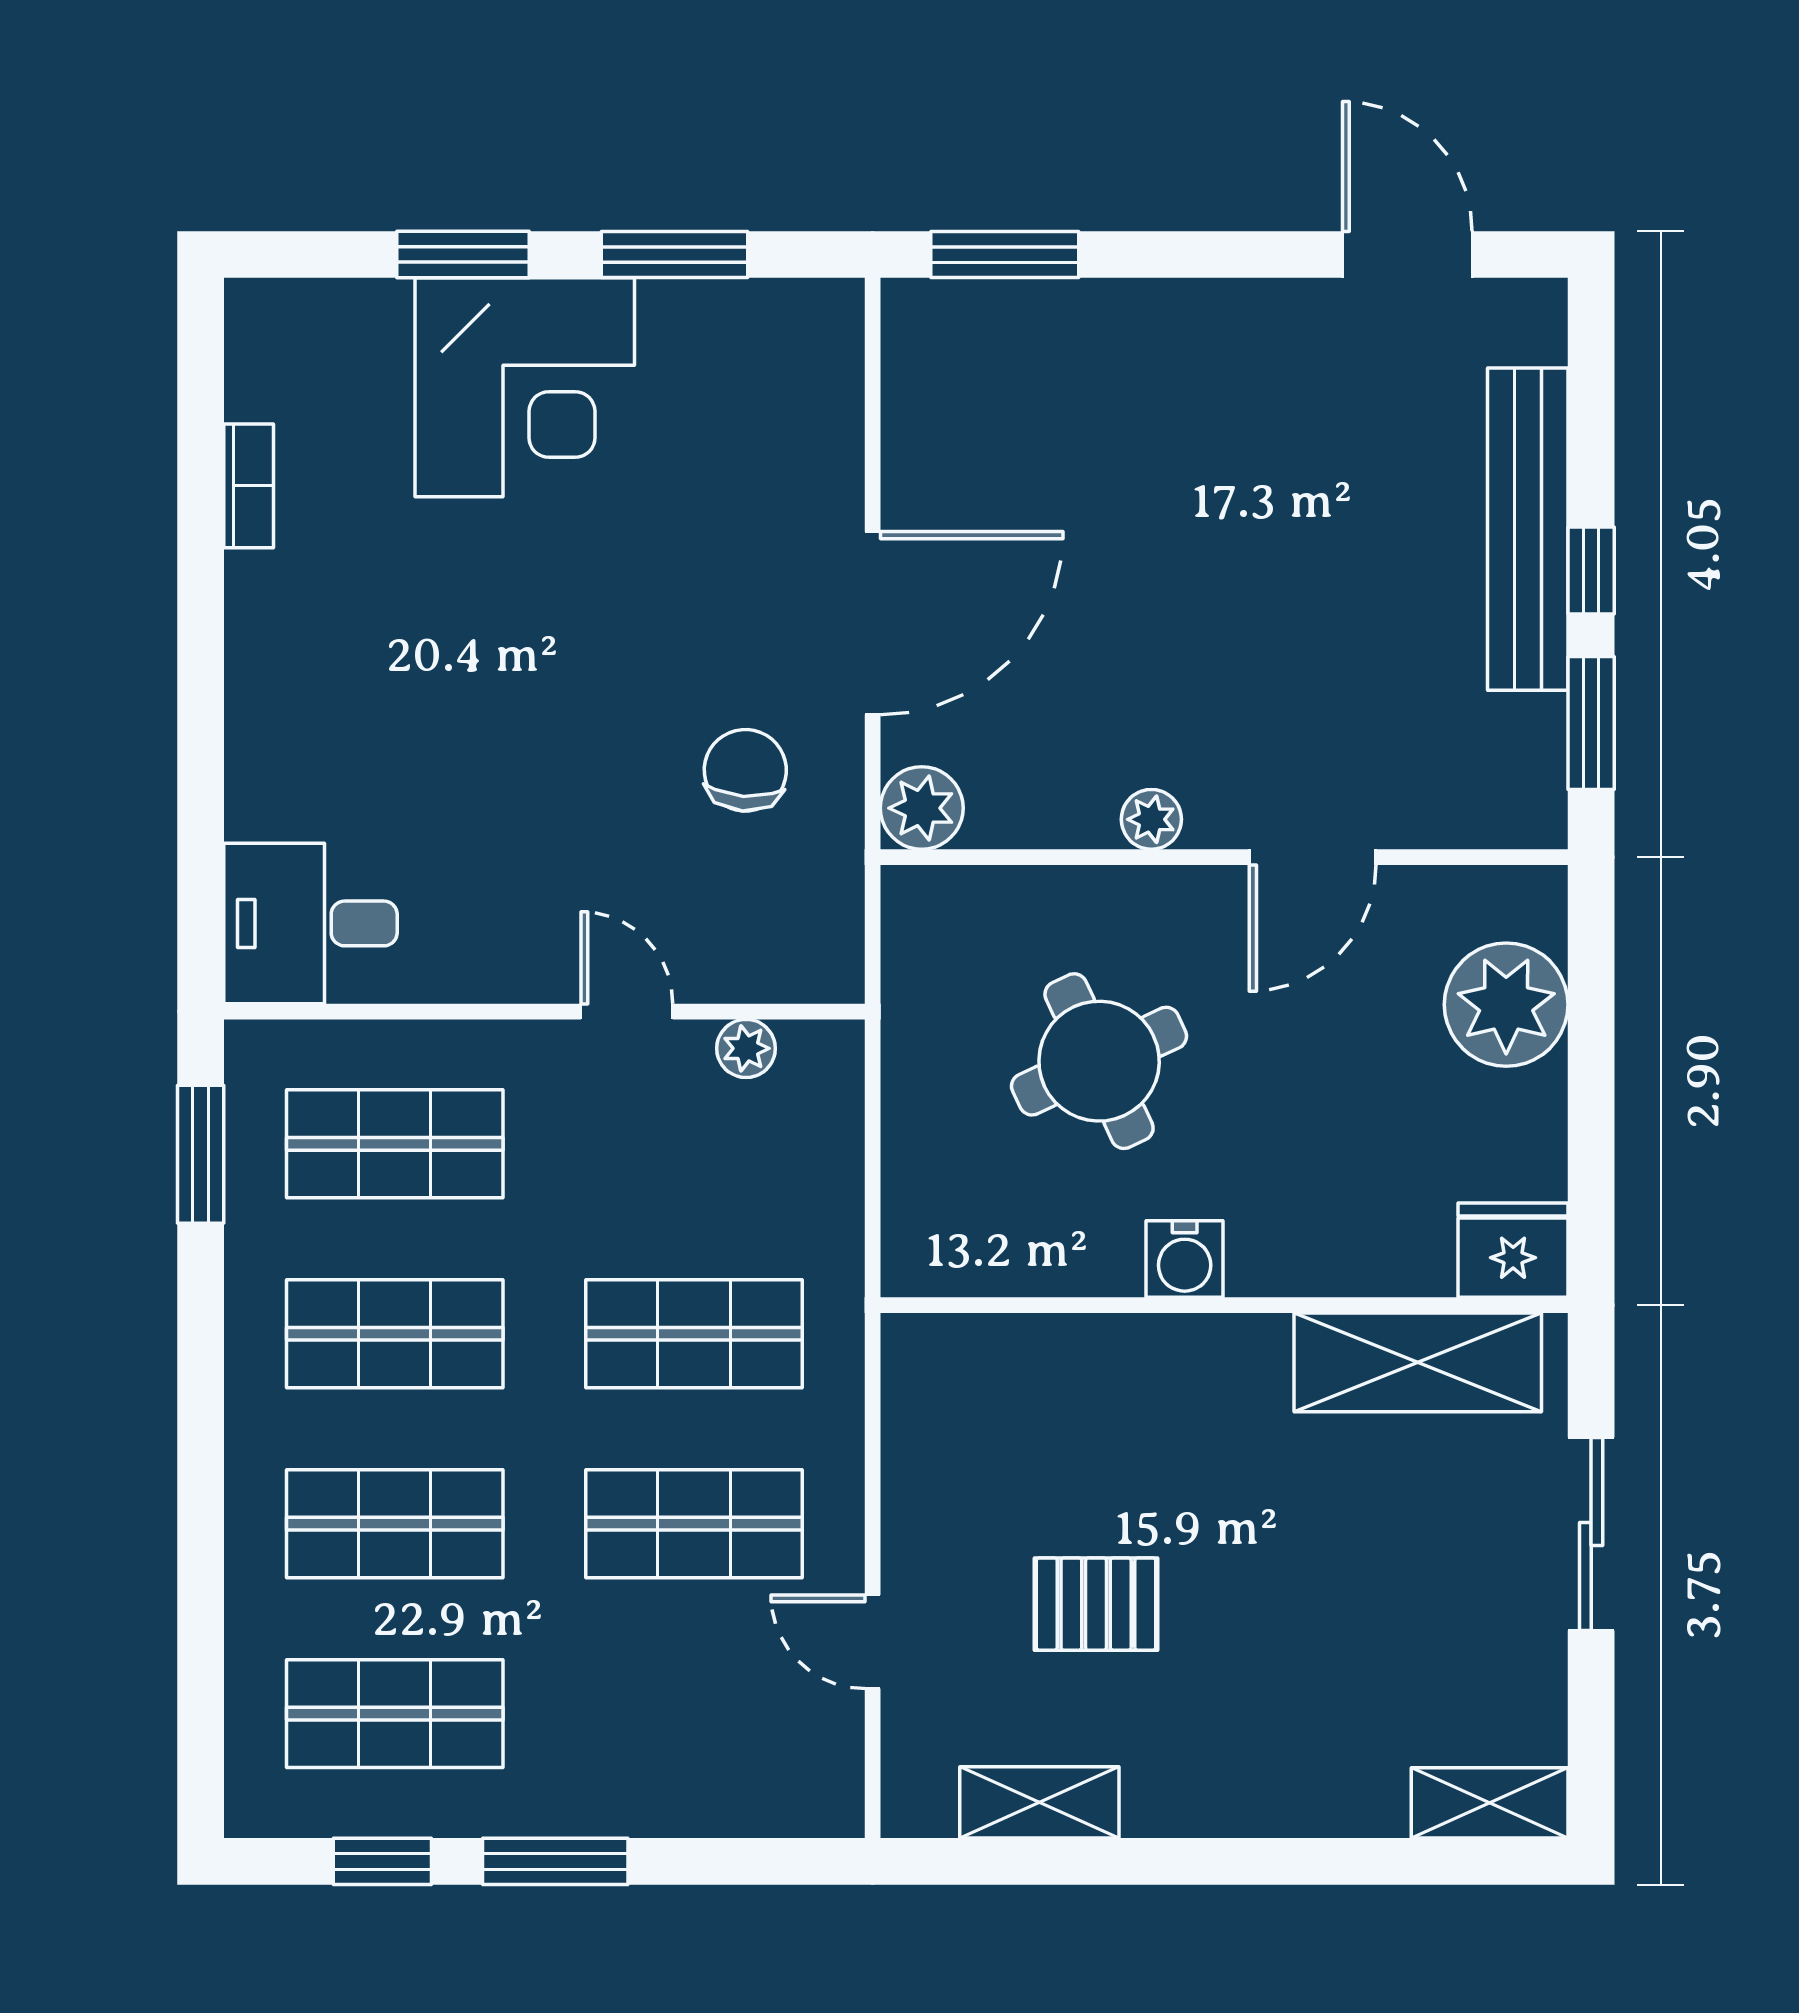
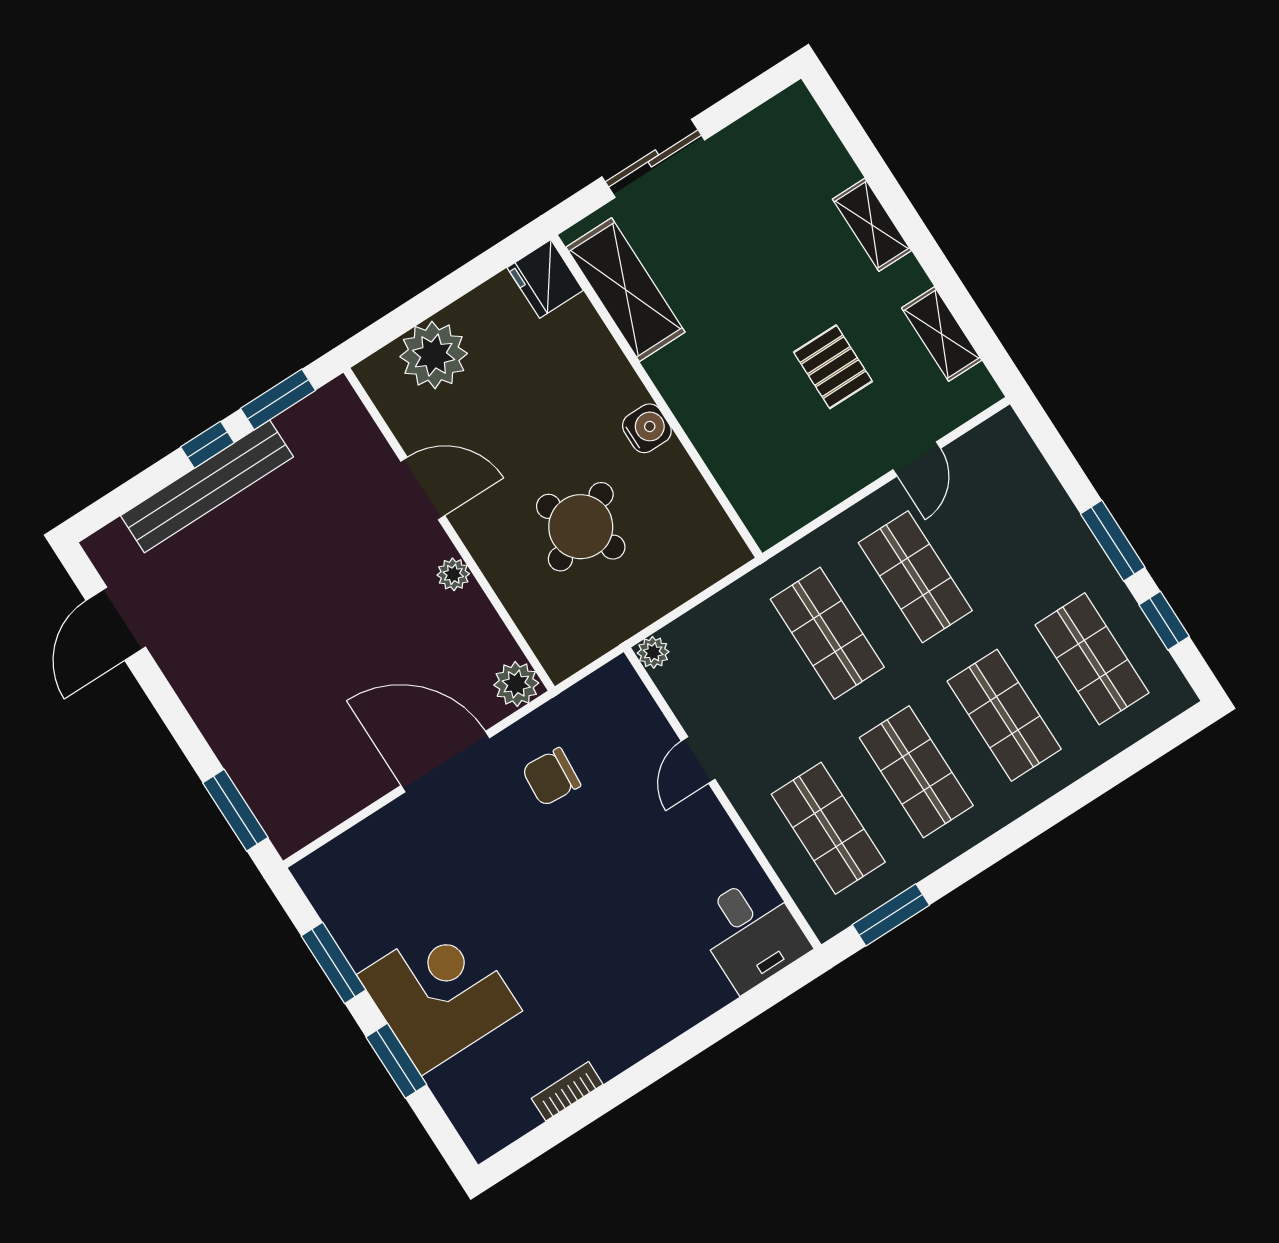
plant: (746, 1048) -> (653, 652), moved
shelving: (1490, 1803) -> (872, 225), moved

